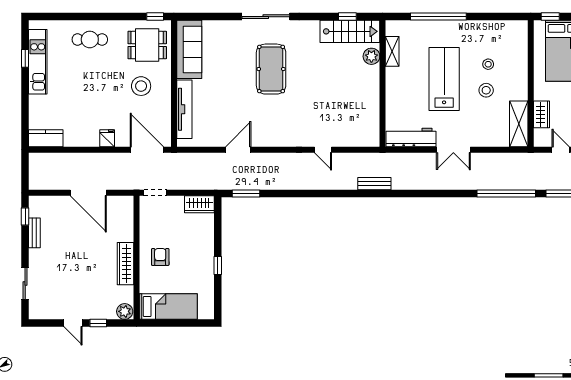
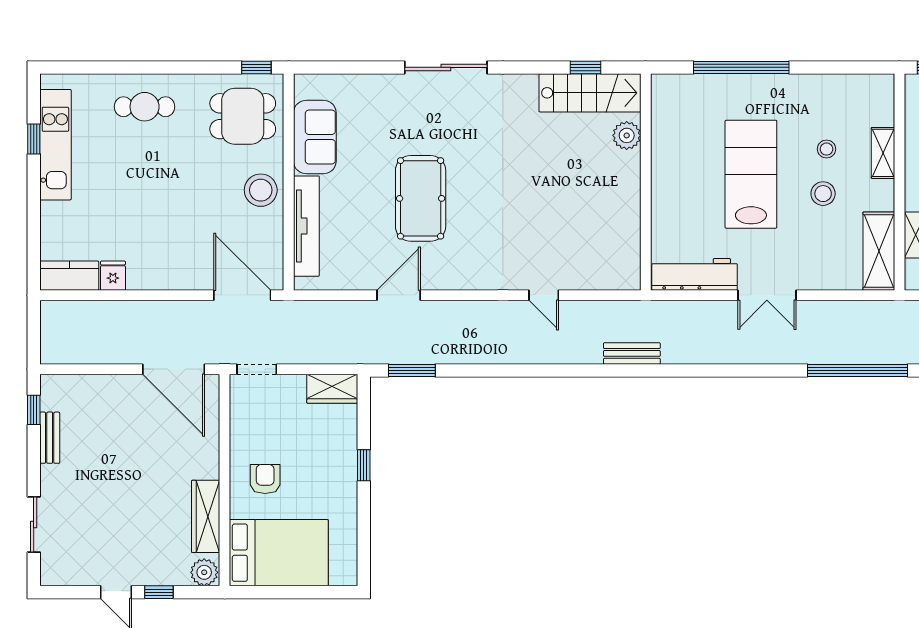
sofa: (189, 49) -> (315, 137), width x0.73
shelving: (392, 51) -> (883, 153), moved
pool table: (271, 69) -> (421, 198), moved
stool: (141, 86) -> (261, 190), moved
fridge: (107, 138) -> (113, 276), moved
door: (88, 193) -> (174, 369), moved
wardrobe: (125, 264) -> (206, 516), moved
window: (218, 265) -> (364, 465), moved
bed: (168, 306) -> (279, 553), width x1.50

